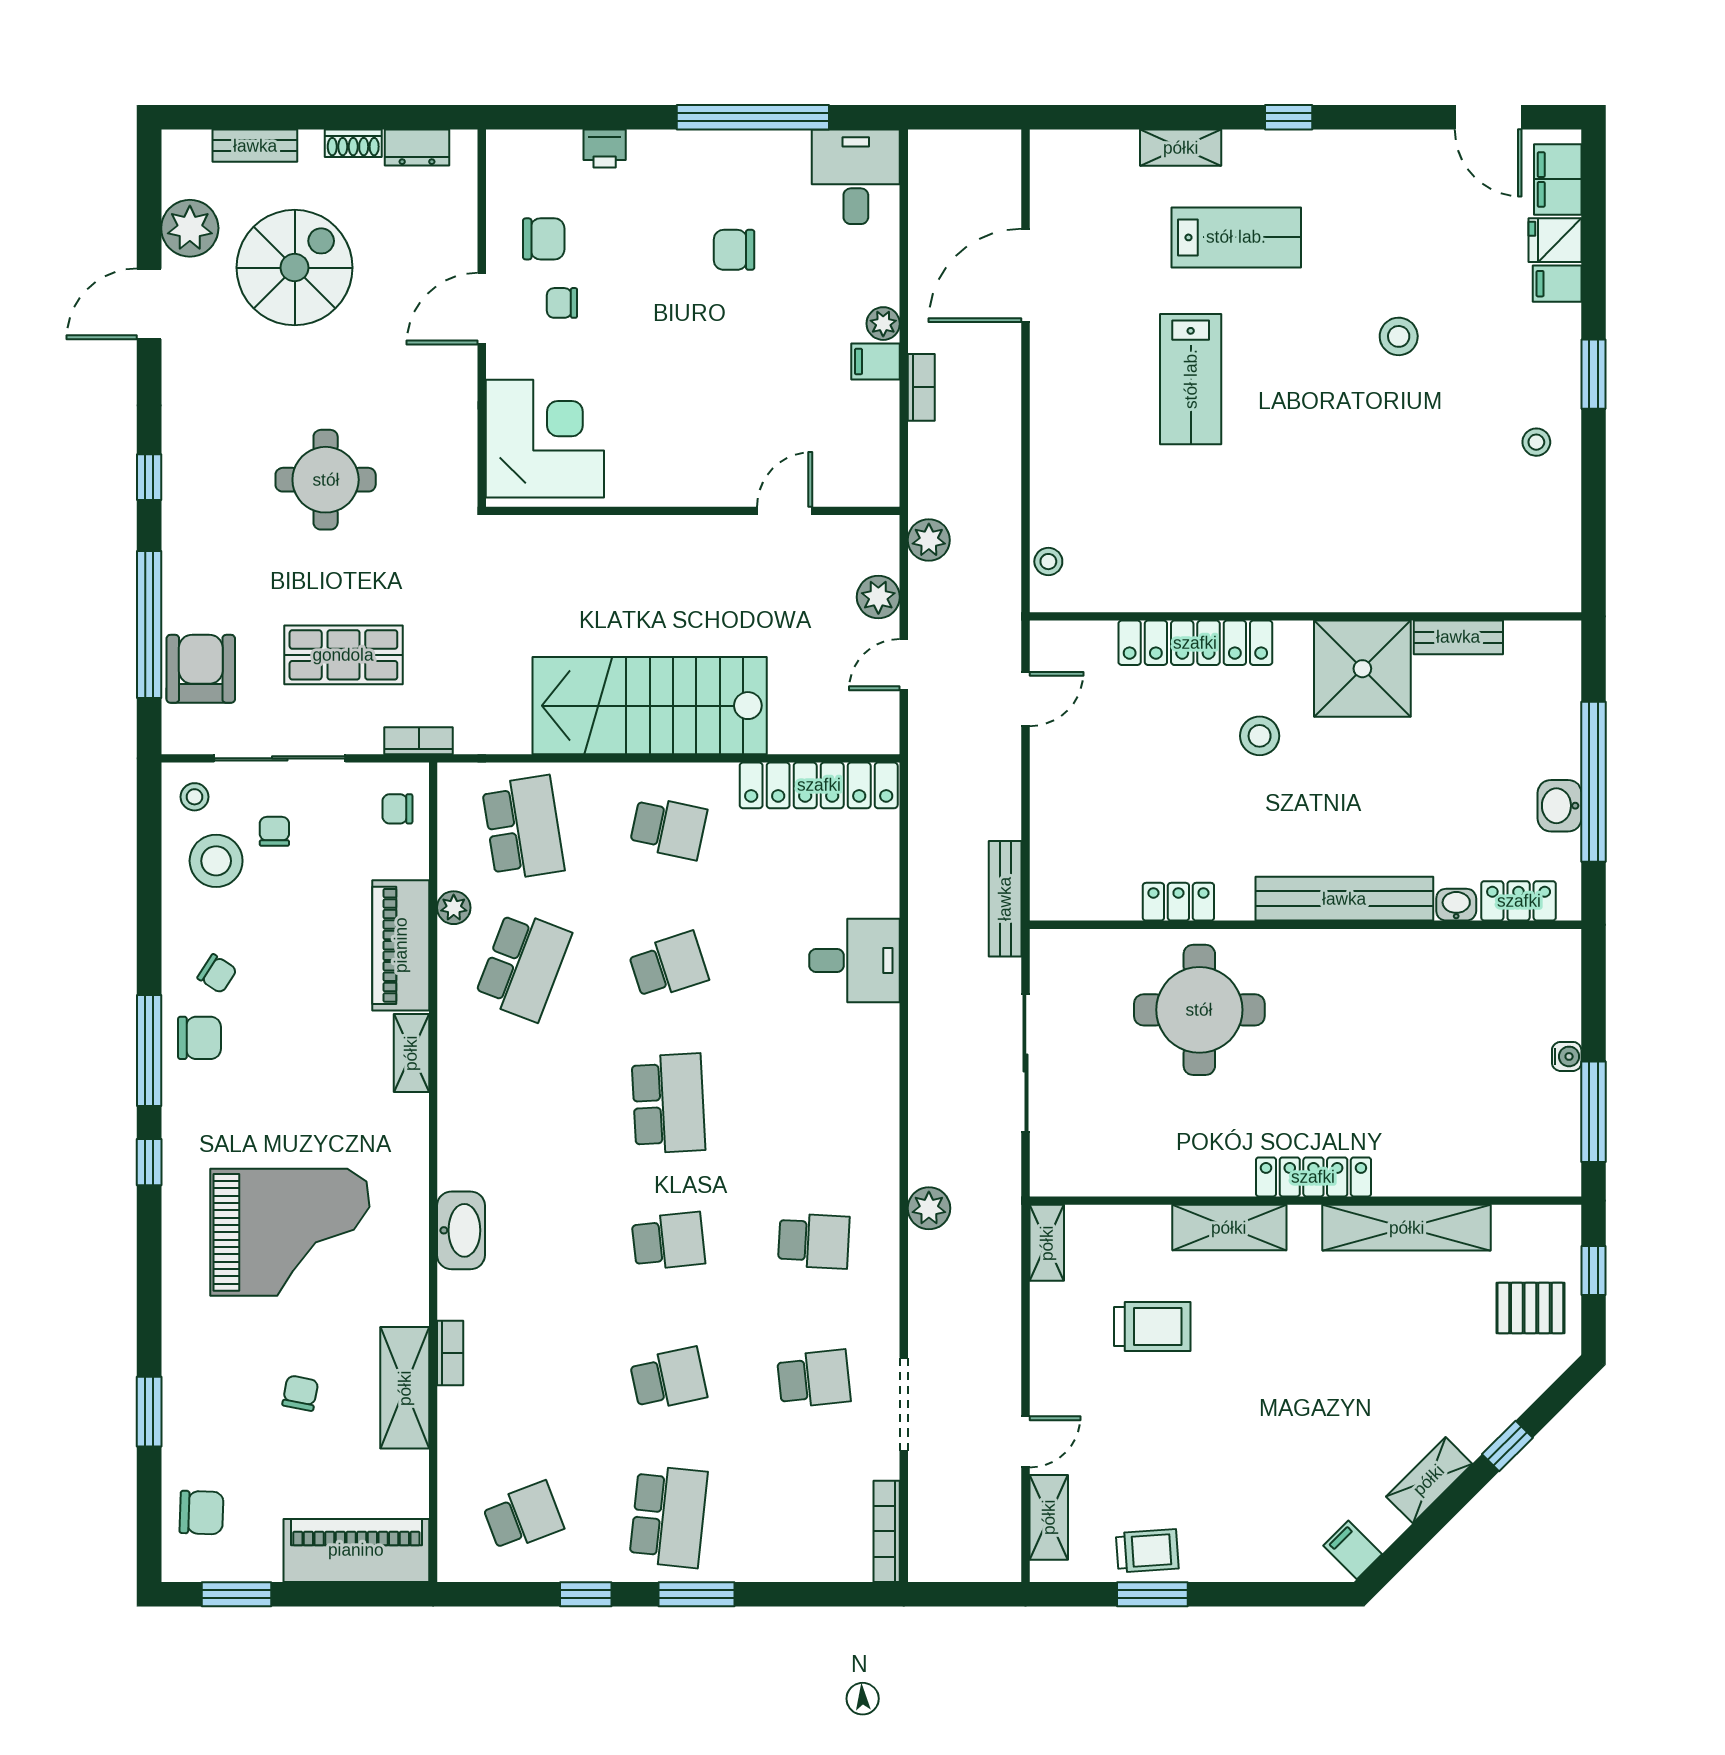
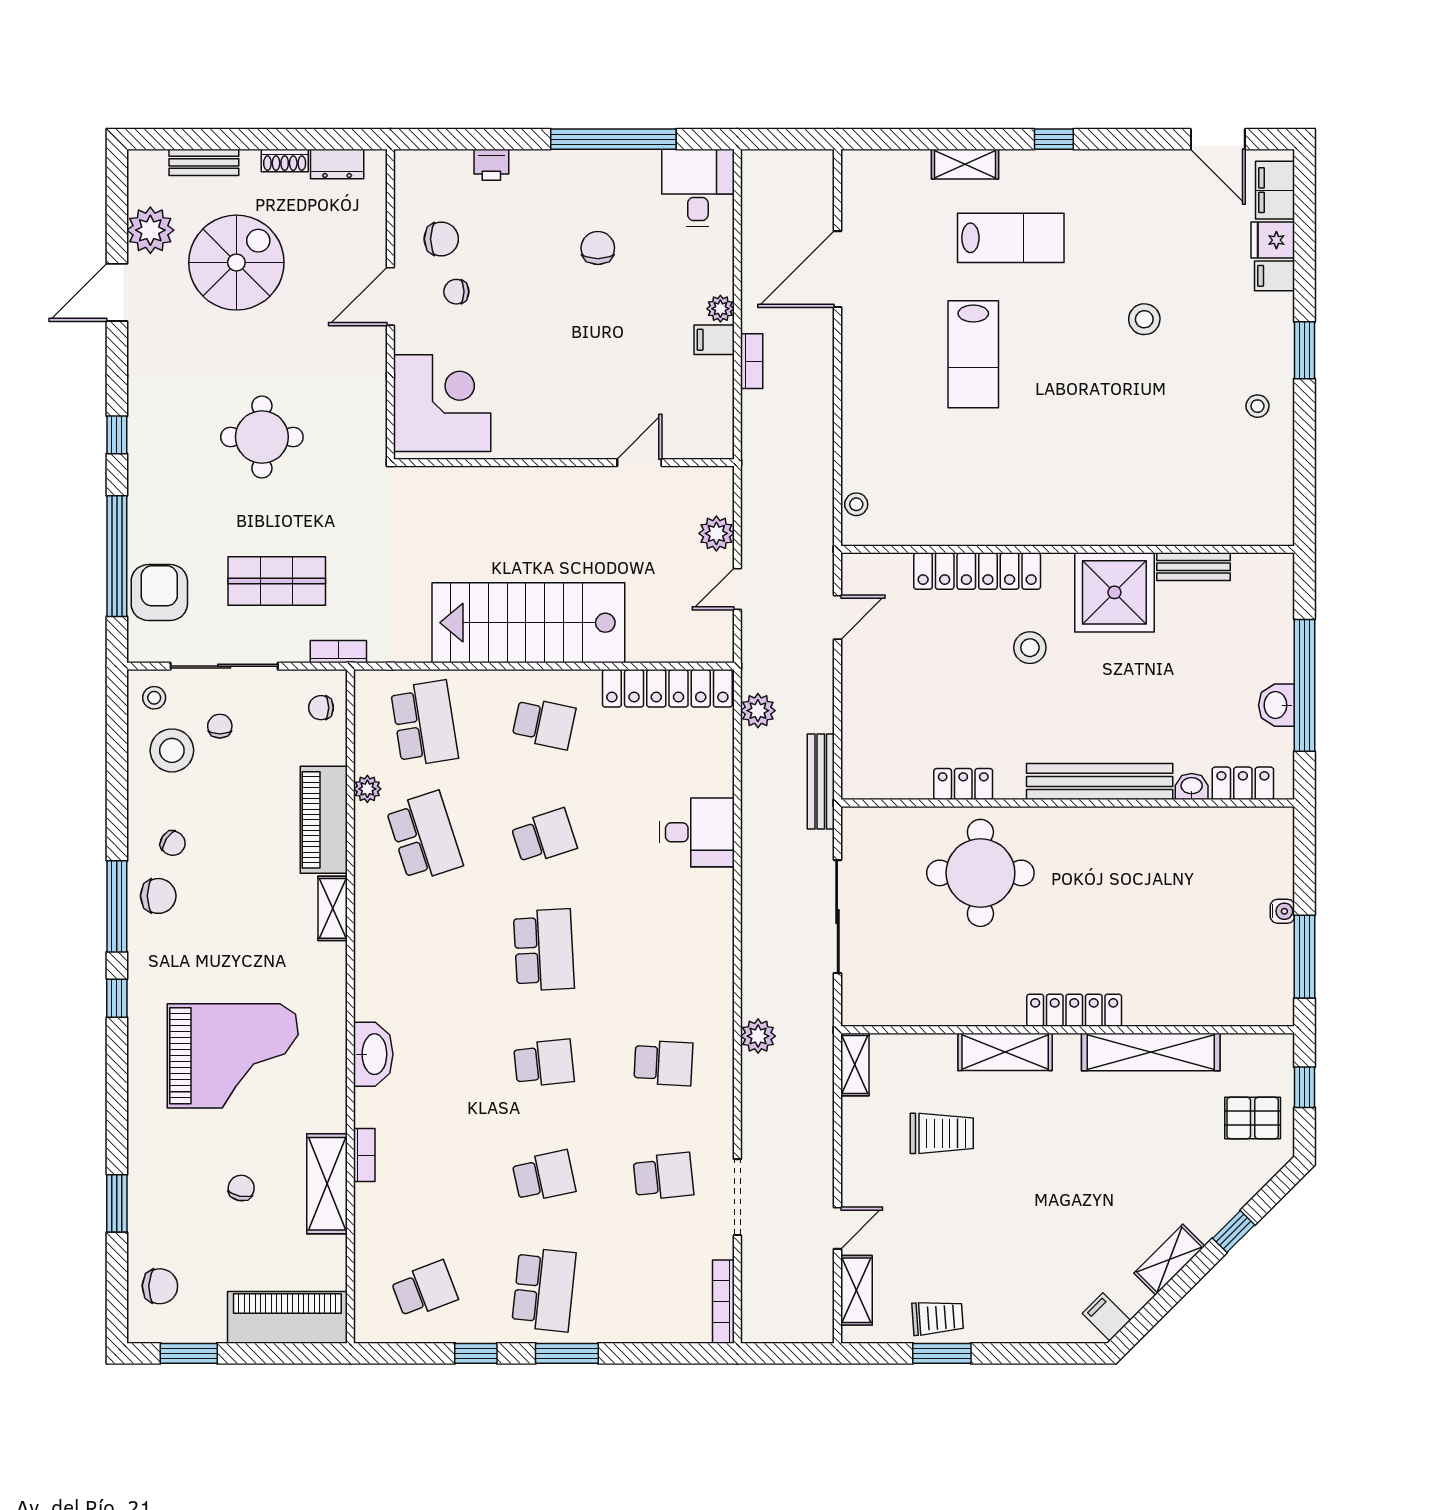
chair: (734, 250) -> (598, 248), turned 90
plant: (929, 540) -> (758, 711), moved
school desk: (523, 966) -> (424, 837), turned -39

